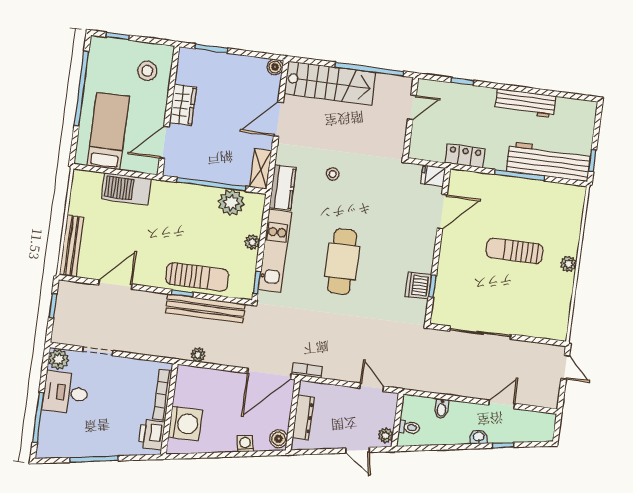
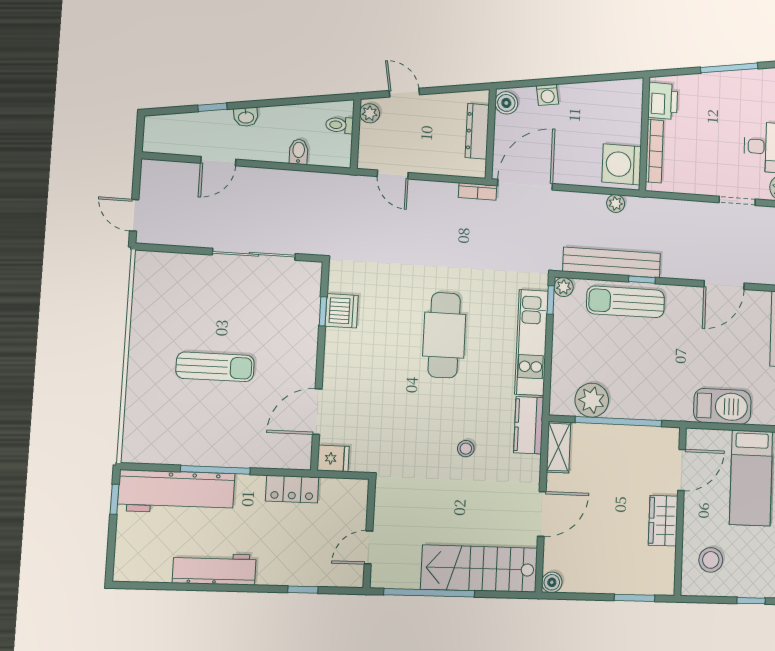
plant: (252, 242) -> (564, 287), moved
plant: (568, 264) -> (139, 355), removed
washing machine: (185, 423) -> (622, 164), moved

